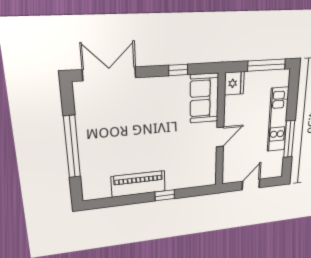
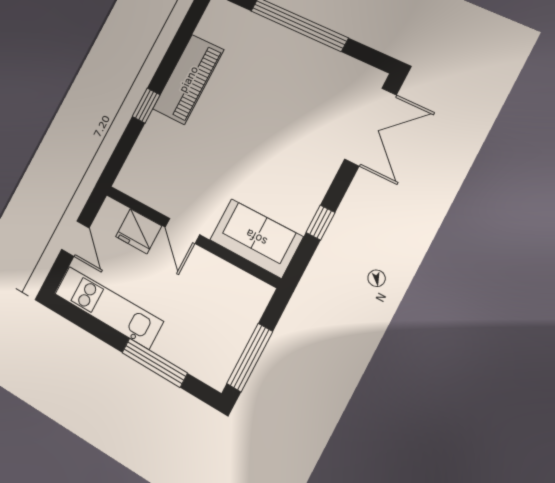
fridge: (234, 83) -> (139, 231), moved
kitchen unit: (278, 120) -> (109, 307), moved
window: (289, 139) -> (155, 363), moved

